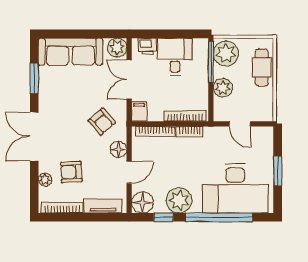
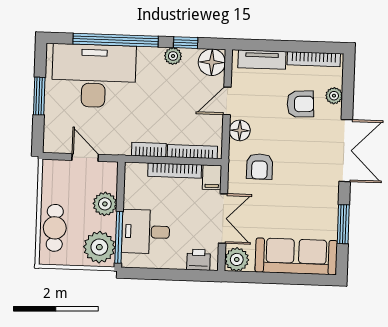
desk: (175, 57) -> (146, 232), moved, turned 90
bookcase: (185, 116) -> (175, 171), moved
armchair: (102, 122) -> (260, 166), turned -139
plant: (179, 200) -> (173, 56), width x0.53, depth x0.53

